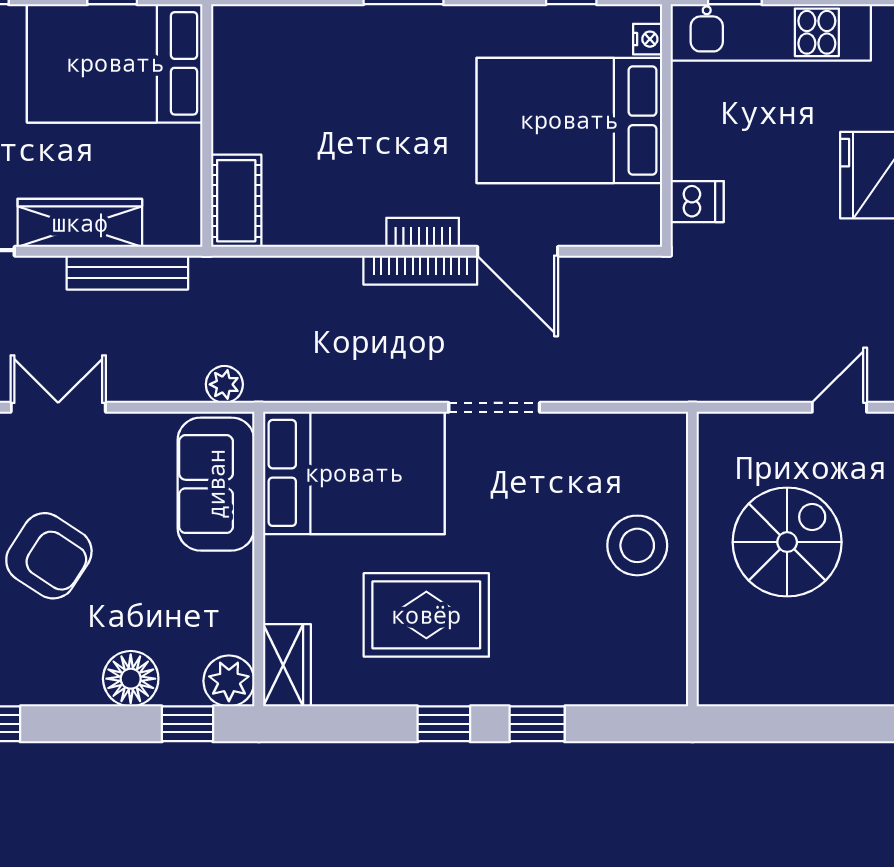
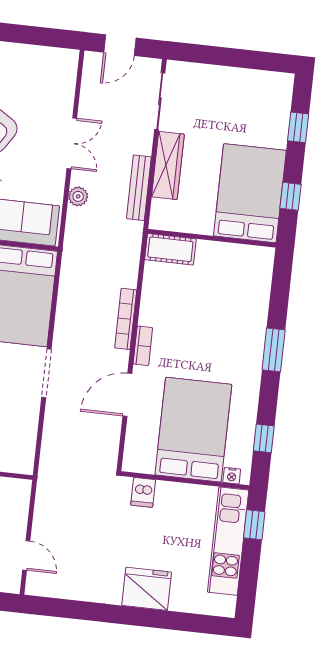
bookcase: (420, 270) -> (126, 319), moved
plant: (224, 384) -> (78, 196), moved

